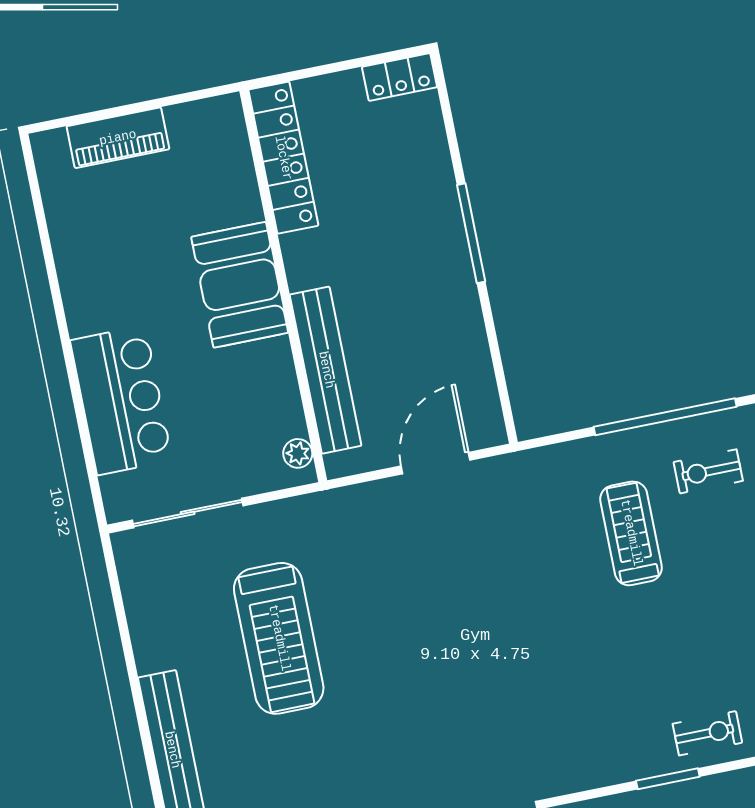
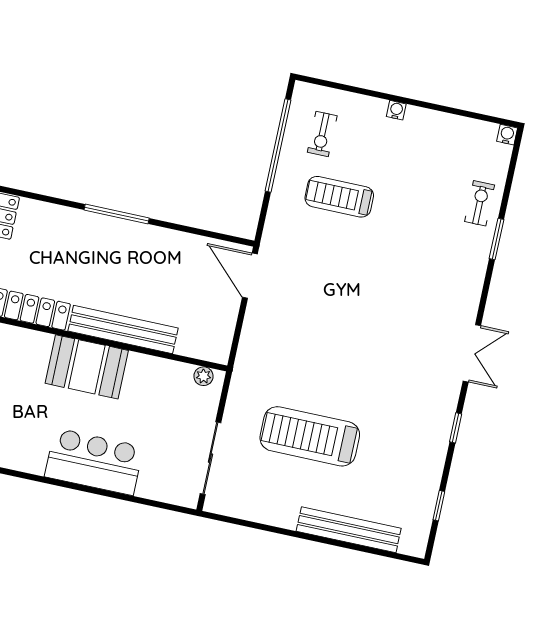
bench: (326, 370) -> (123, 329), moved
bar counter: (121, 400) -> (94, 462), moved
door: (436, 463) -> (250, 276), moved
treadmill: (279, 638) -> (310, 436), turned 180

